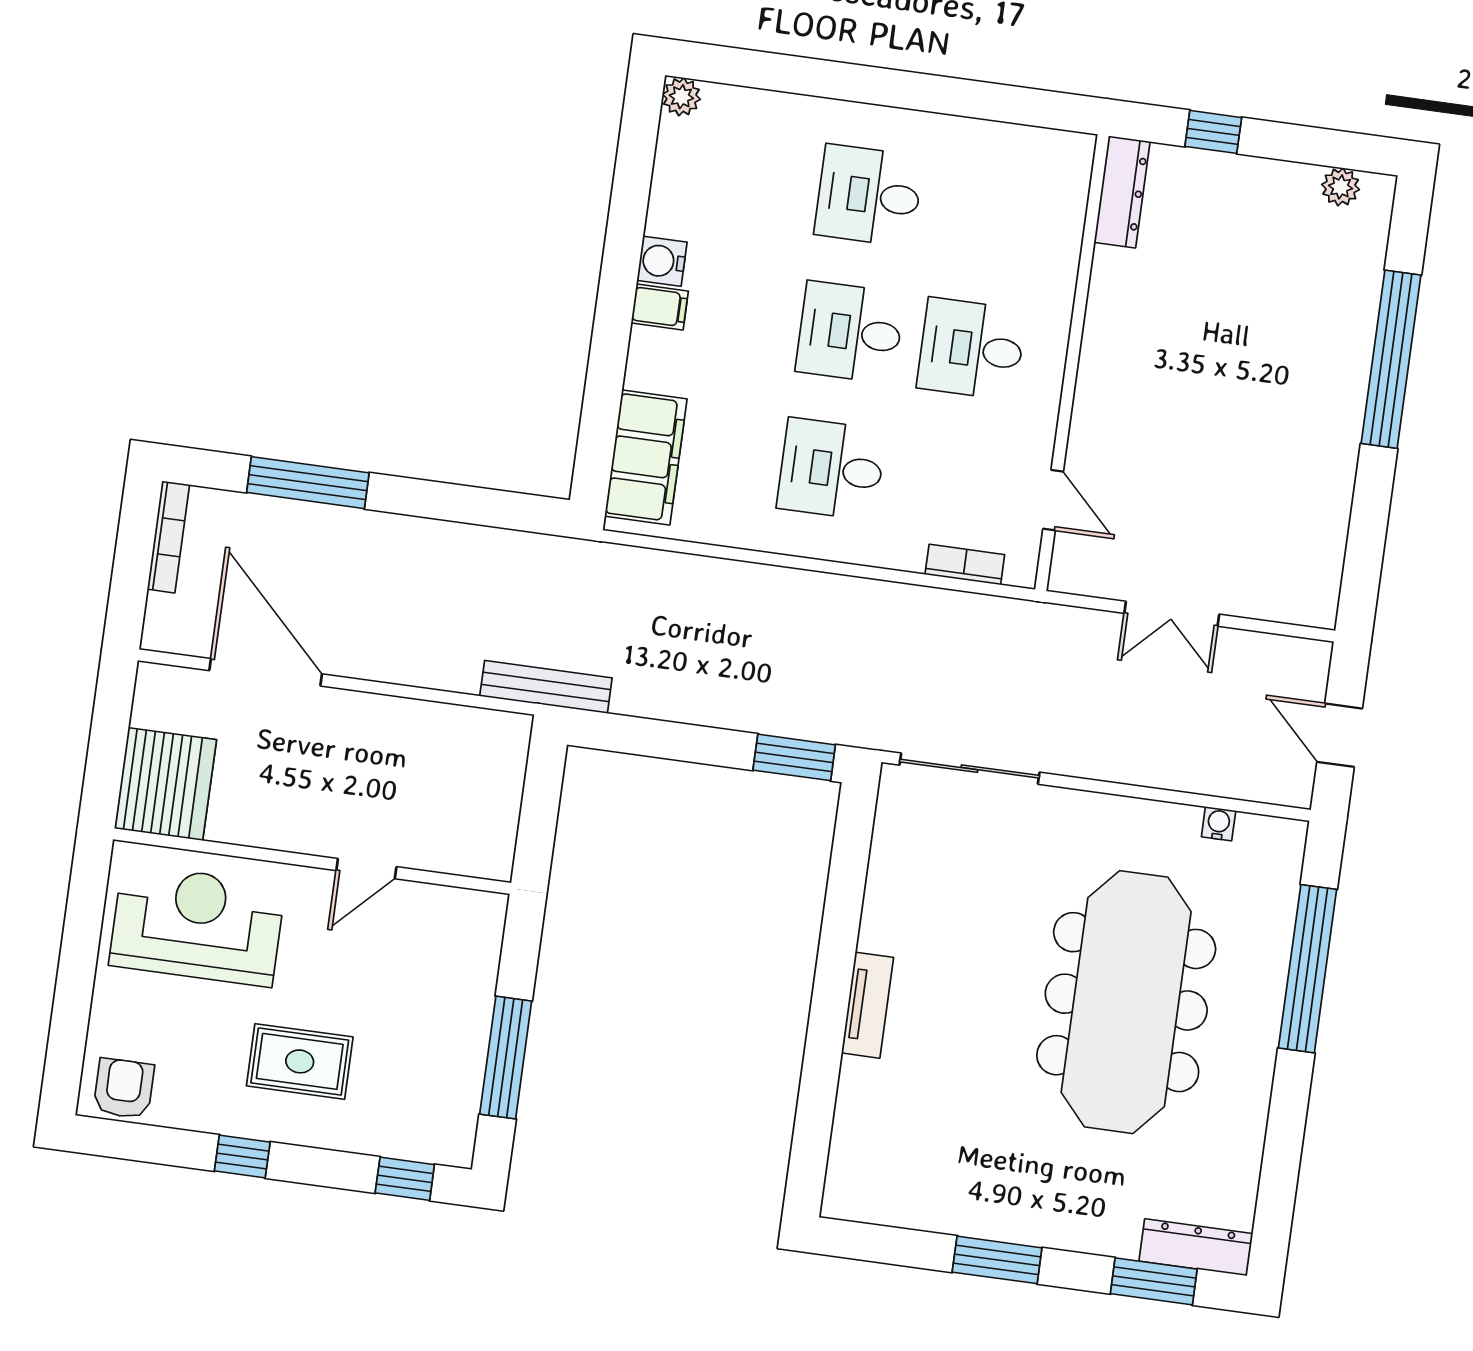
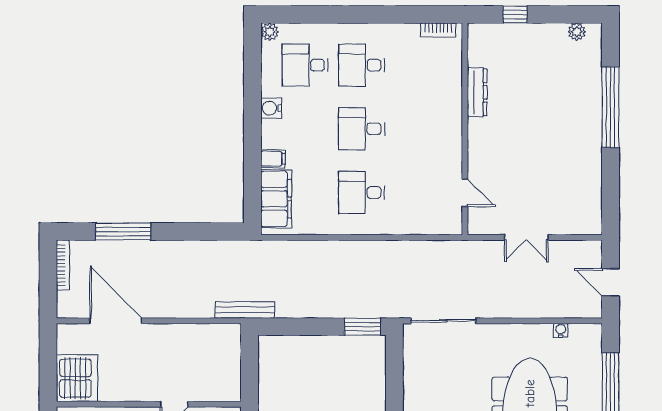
dresser: (1122, 192) -> (477, 92), moved
filing cabinet: (660, 307) -> (273, 159), moved
desk: (971, 349) -> (305, 65), moved
bookcase: (965, 565) -> (438, 30), moved, turned 180

